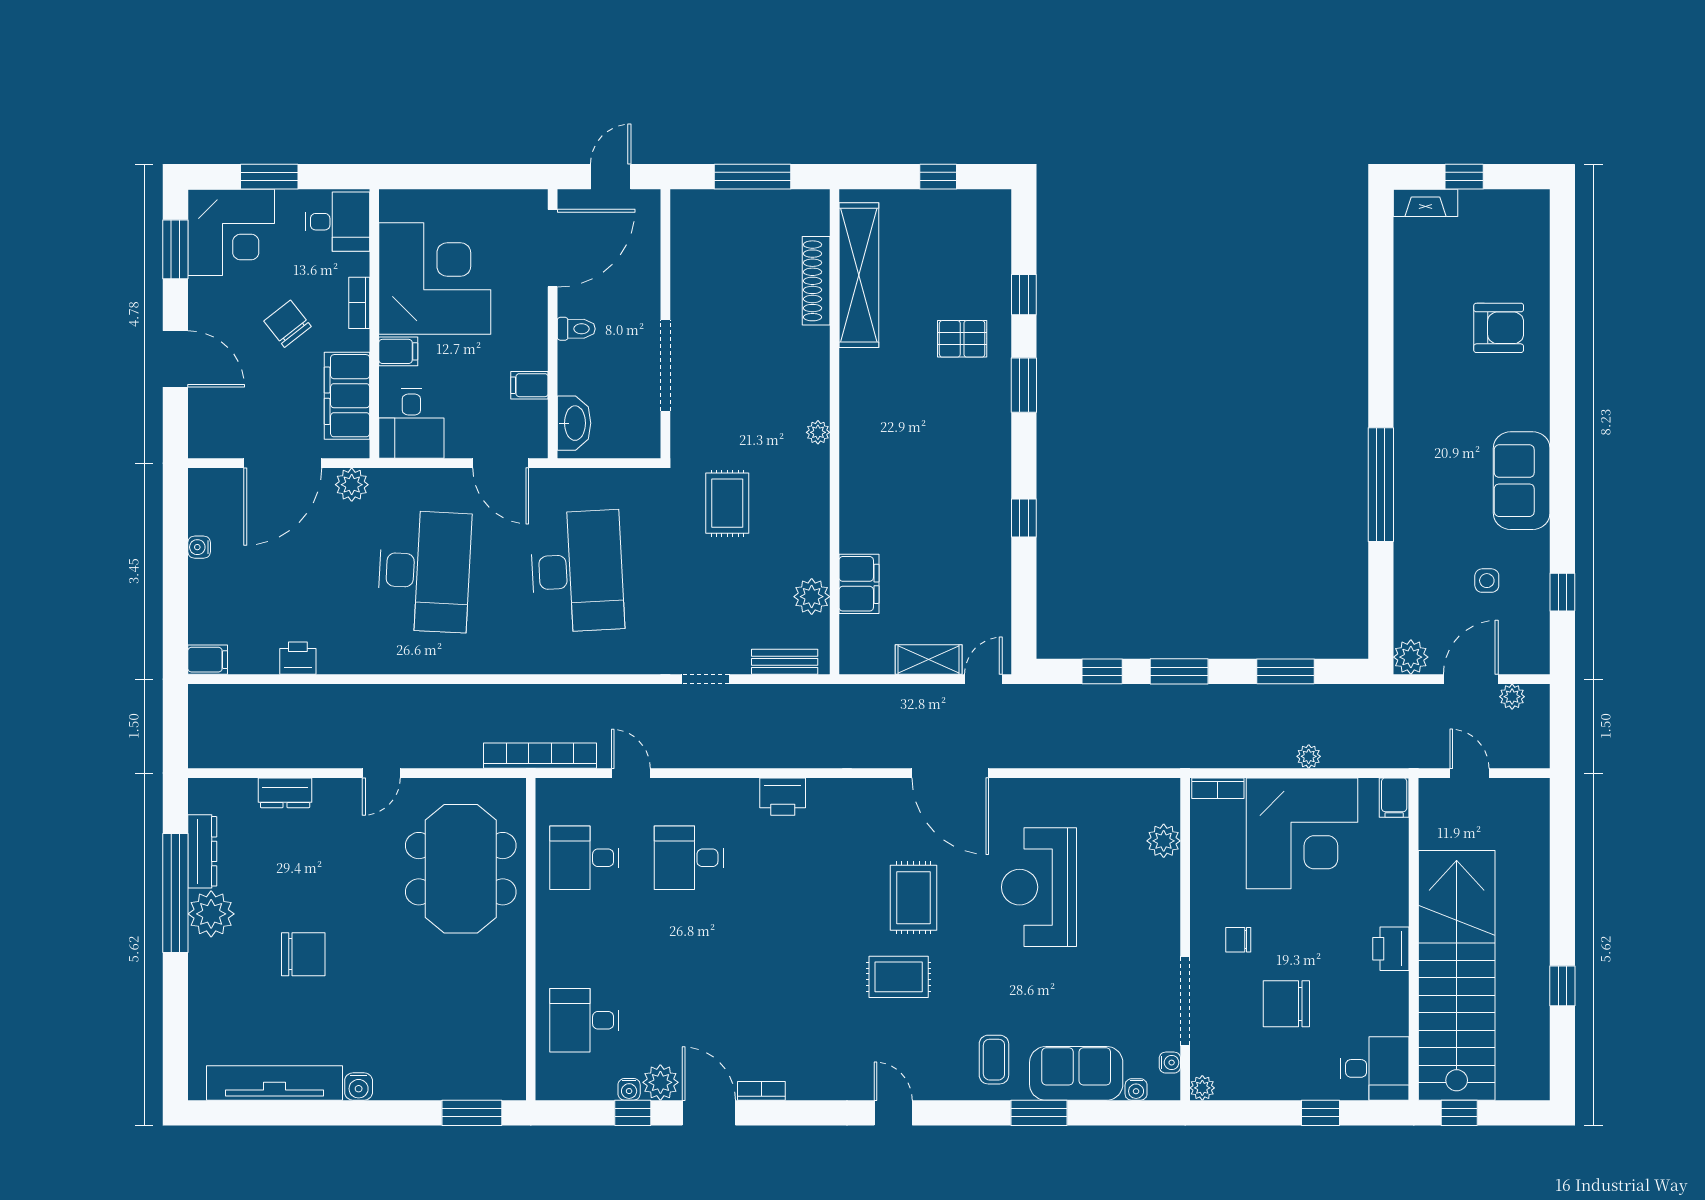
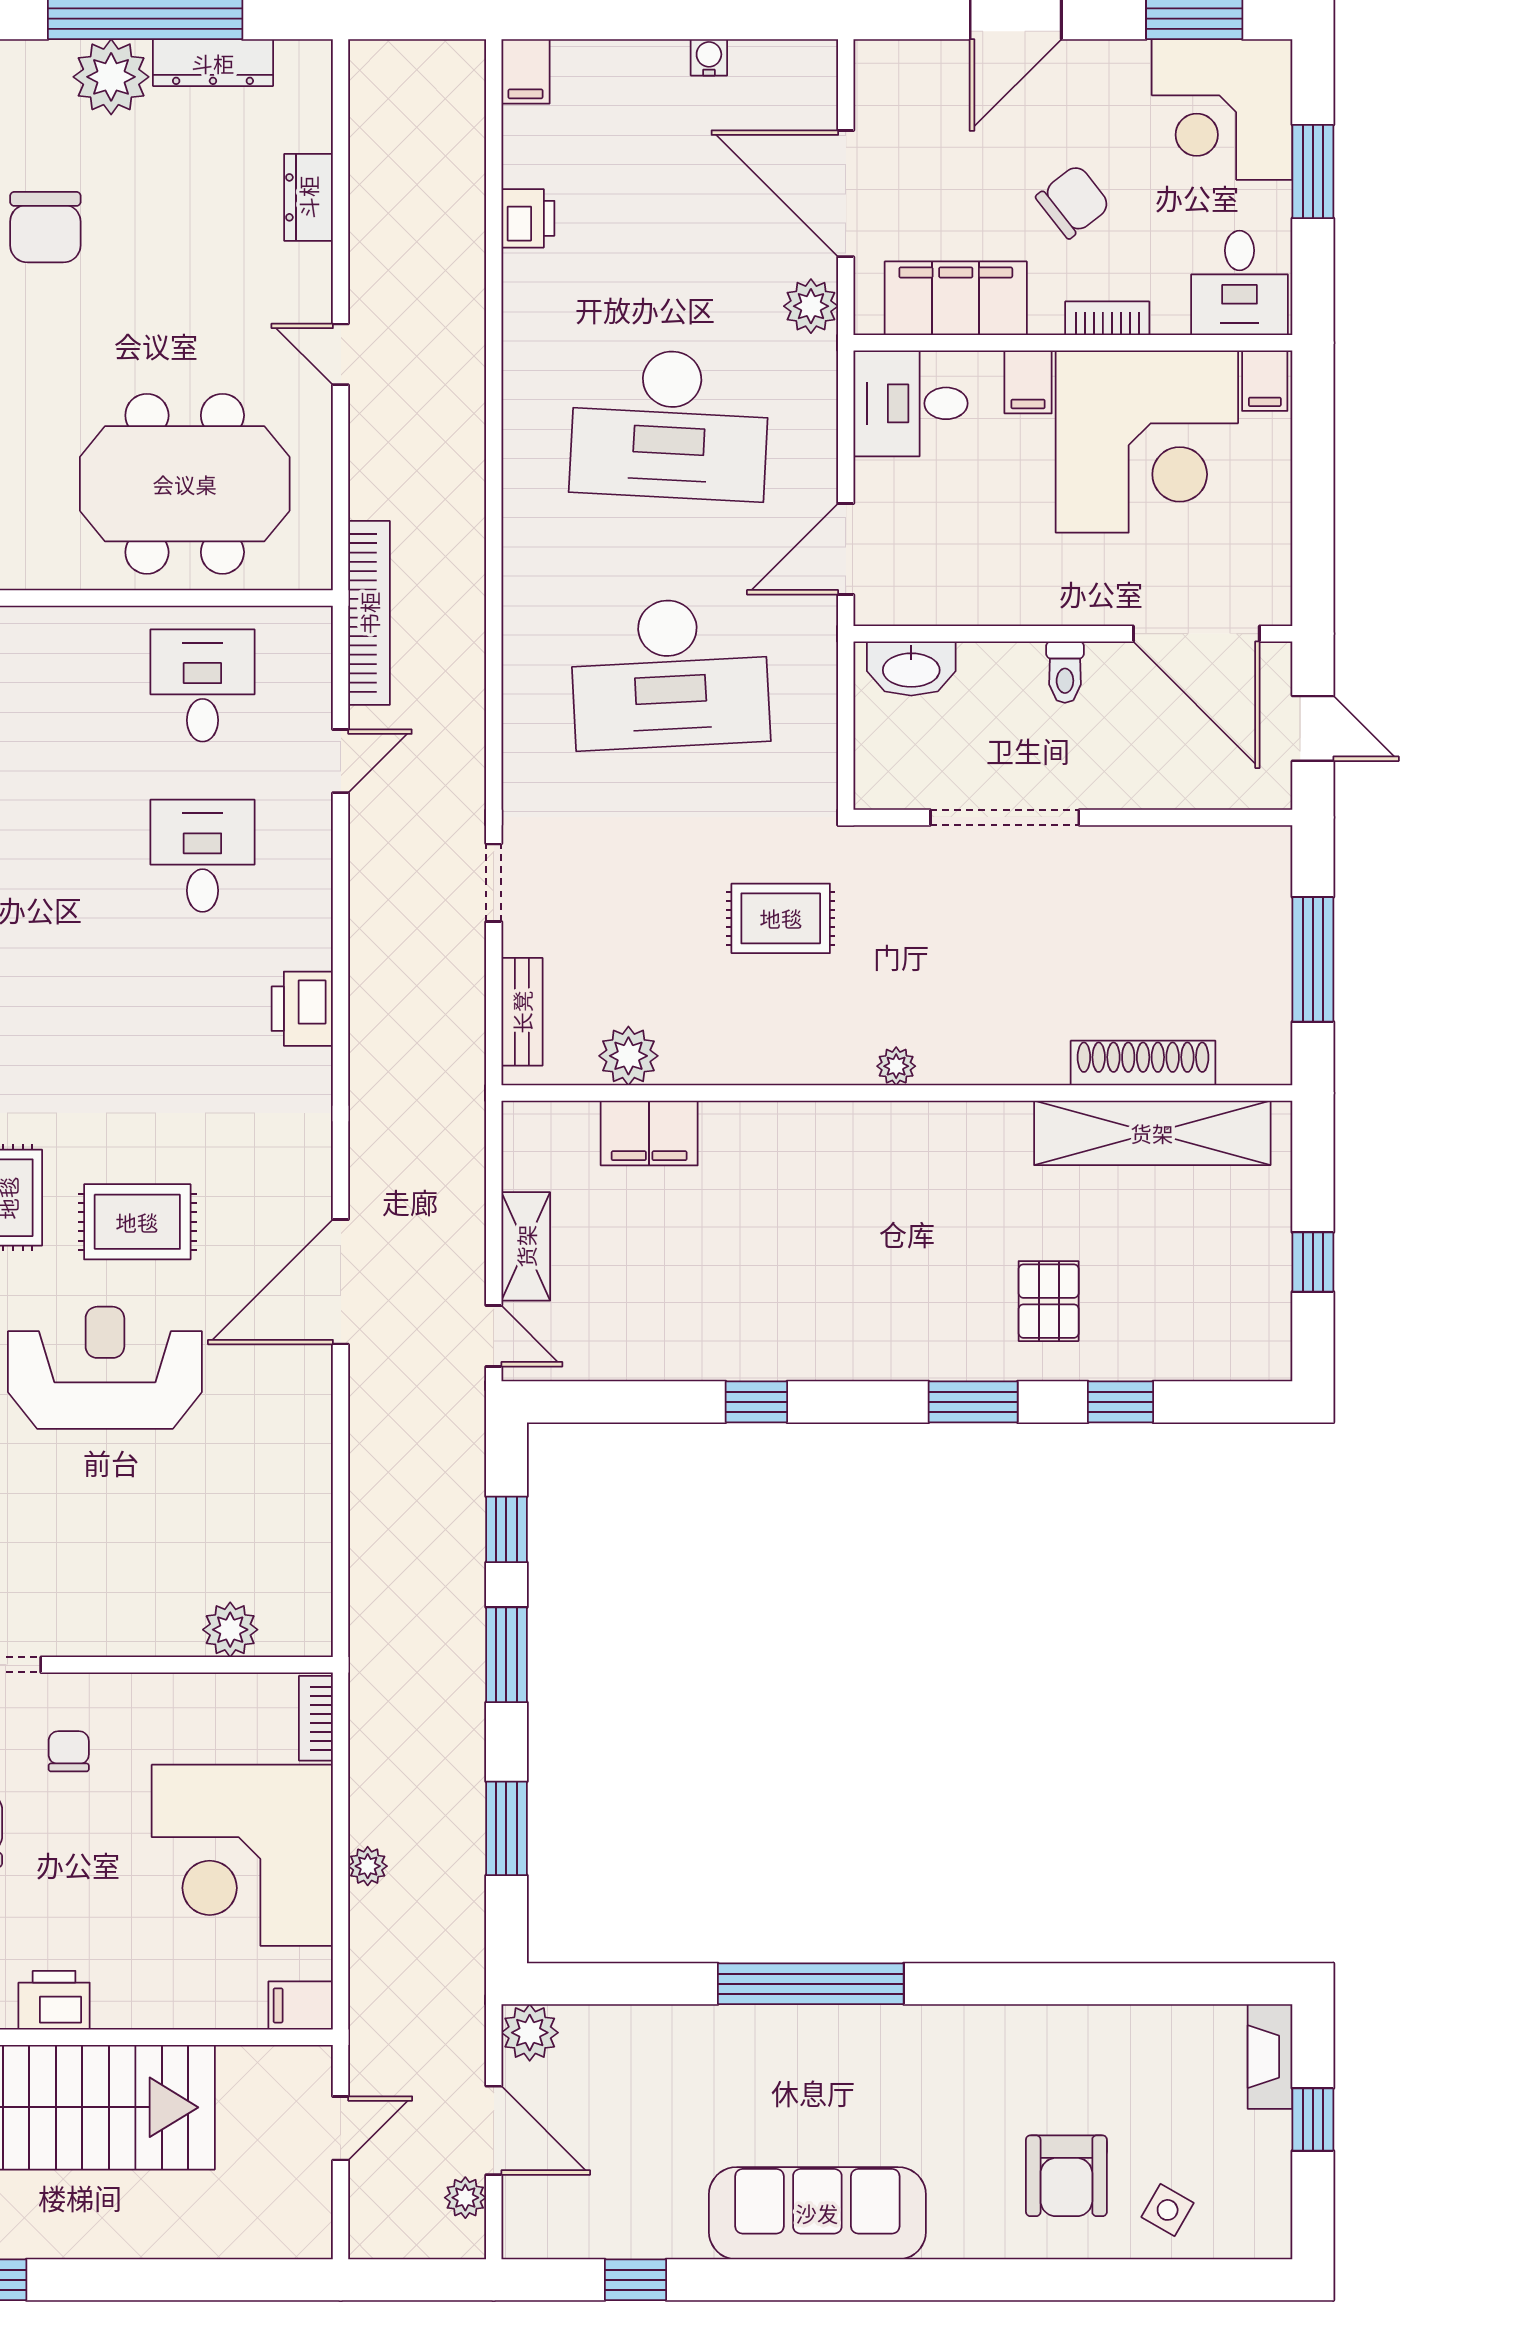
filing cabinet: (529, 385) -> (1265, 381), moved, turned 180
sofa: (1522, 481) -> (817, 2213), width x1.36
side table: (1487, 581) -> (1168, 2210), moved, turned 30
reception desk: (1039, 887) -> (105, 1368), moved

